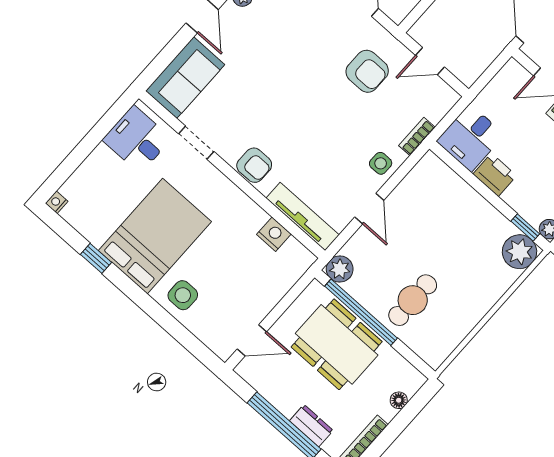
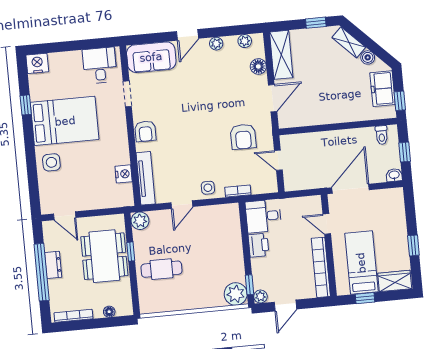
nightstand: (57, 202) -> (37, 63), width x1.89, depth x1.79
window: (361, 312) -> (131, 252), width x0.32
dresser: (311, 426) -> (53, 265), moved

